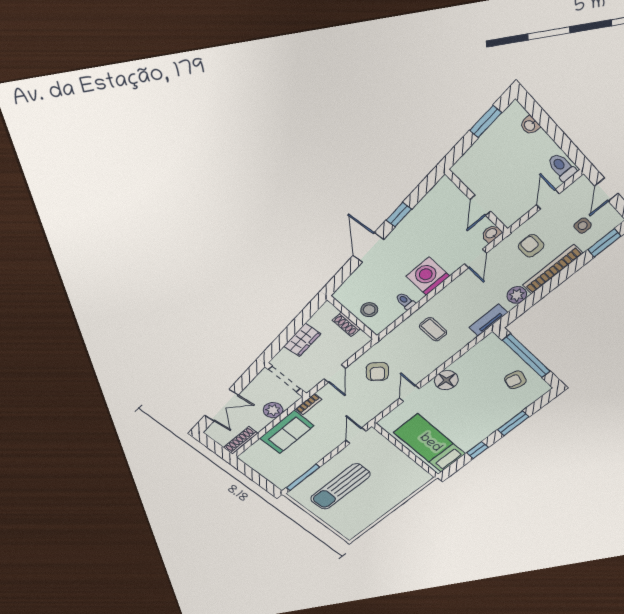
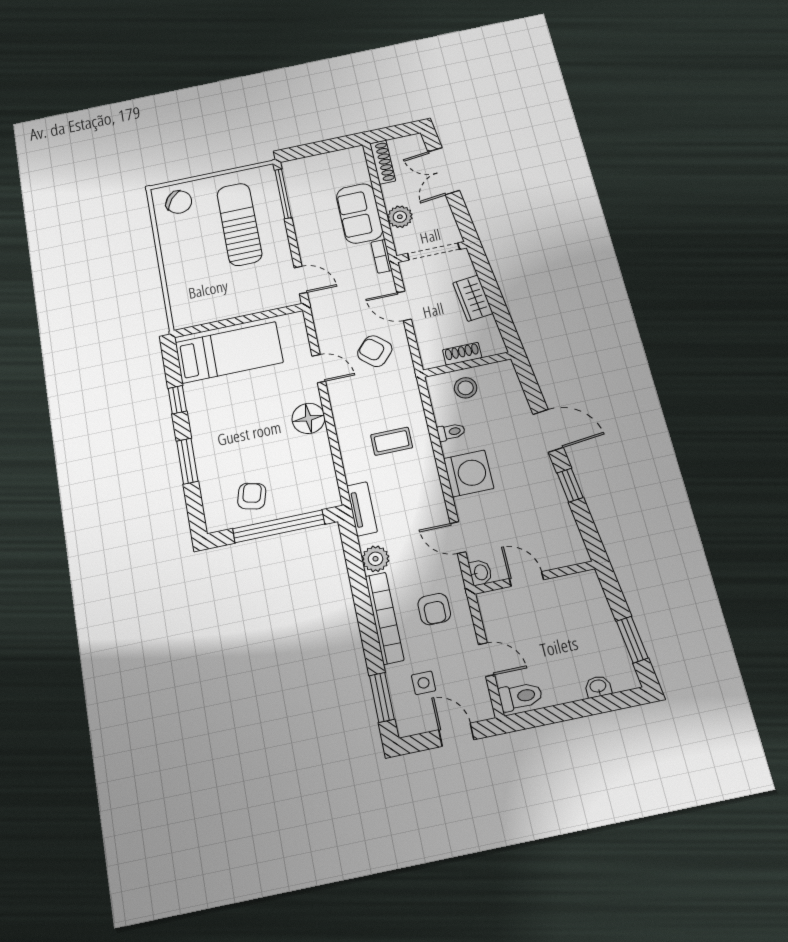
armchair: (531, 246) -> (434, 609), turned 90
chair: (348, 523) -> (179, 202), added

